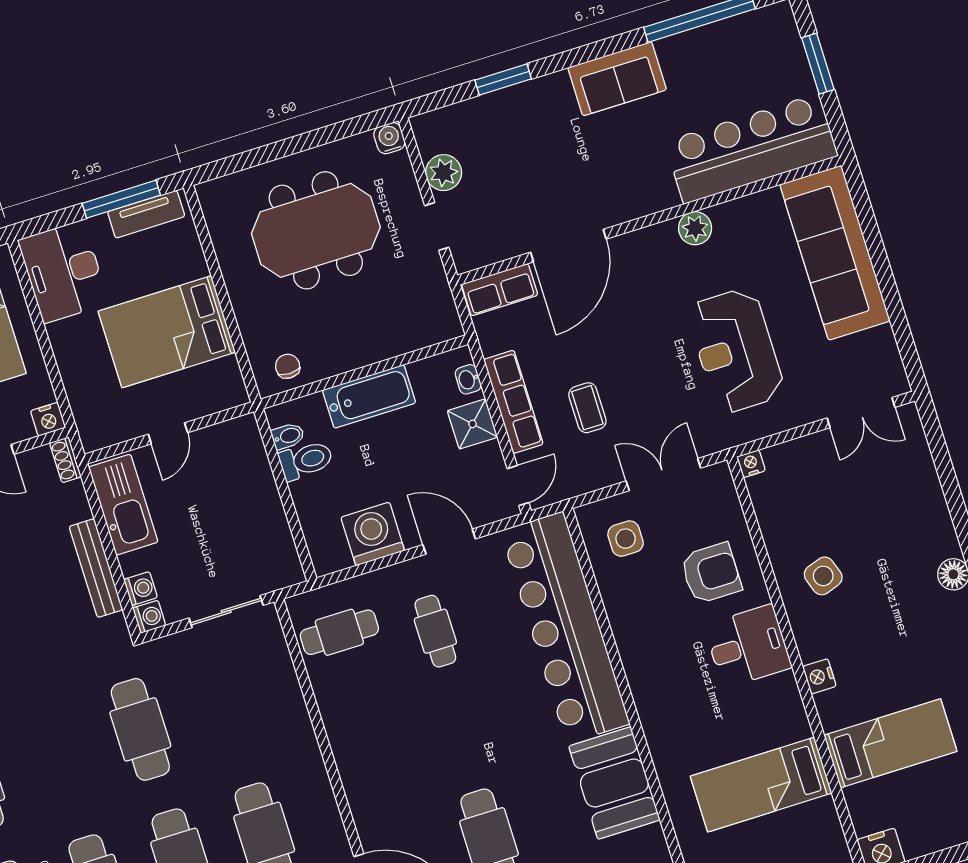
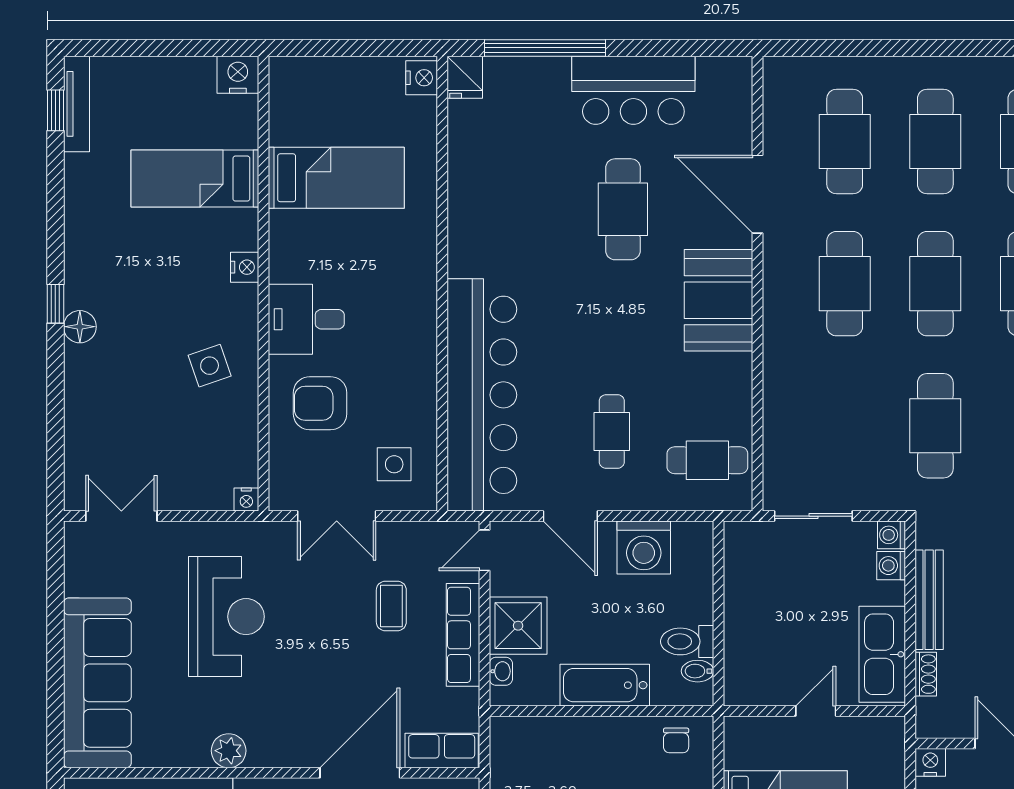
shower: (473, 424) -> (518, 626), width x1.36, depth x1.36
shoe rack: (65, 460) -> (926, 674), moved
booth: (614, 783) -> (718, 300), moved

